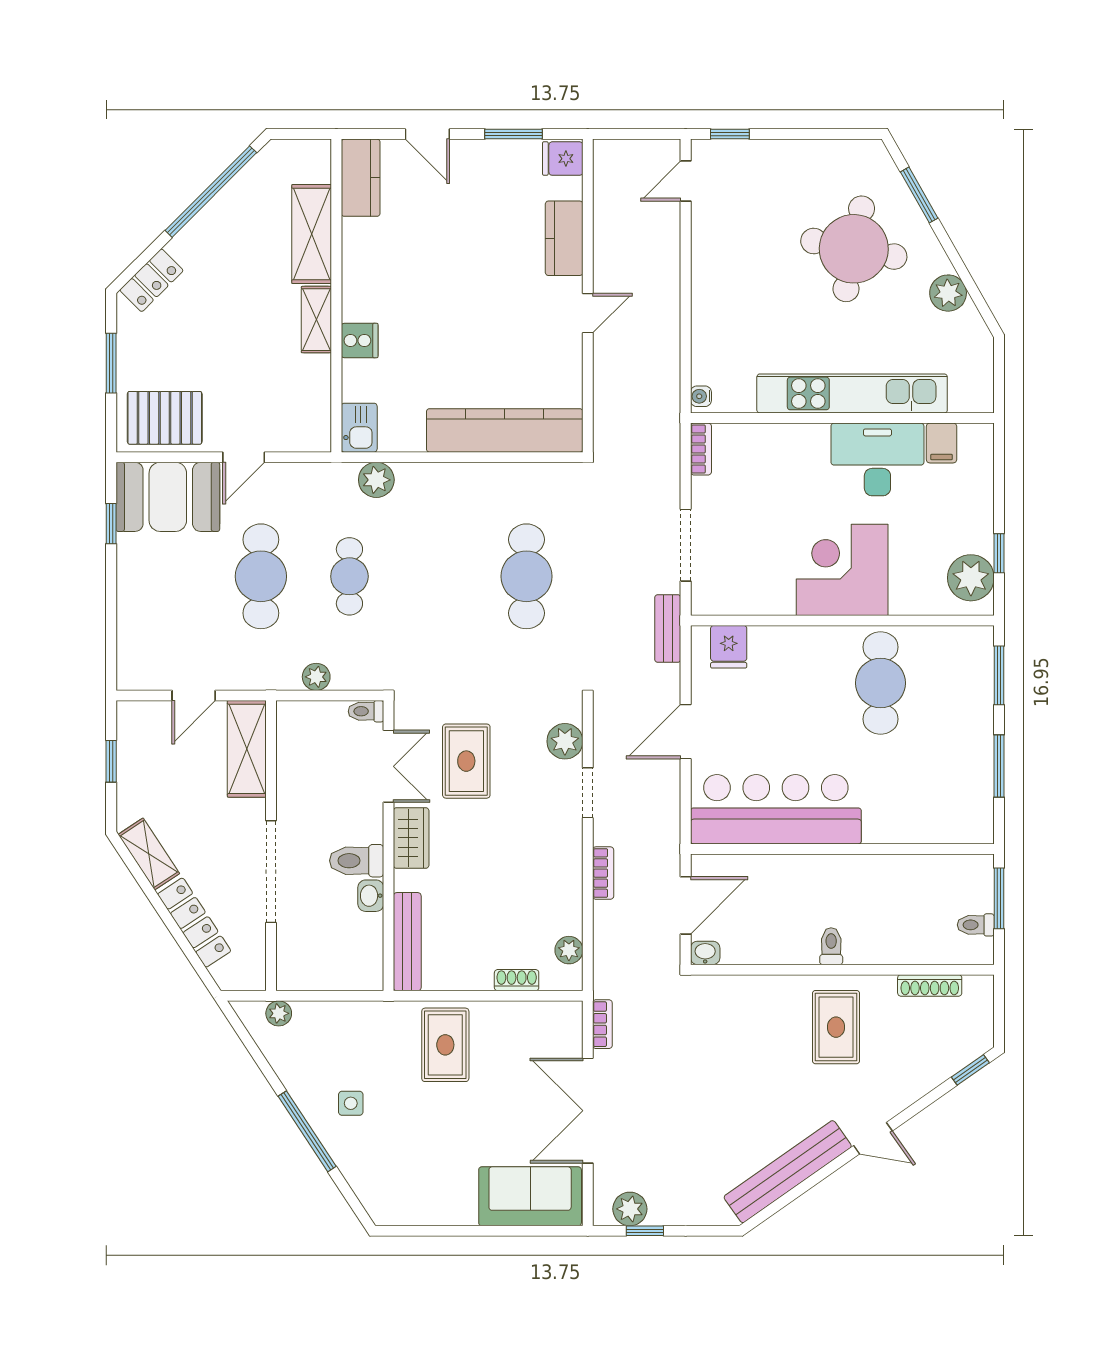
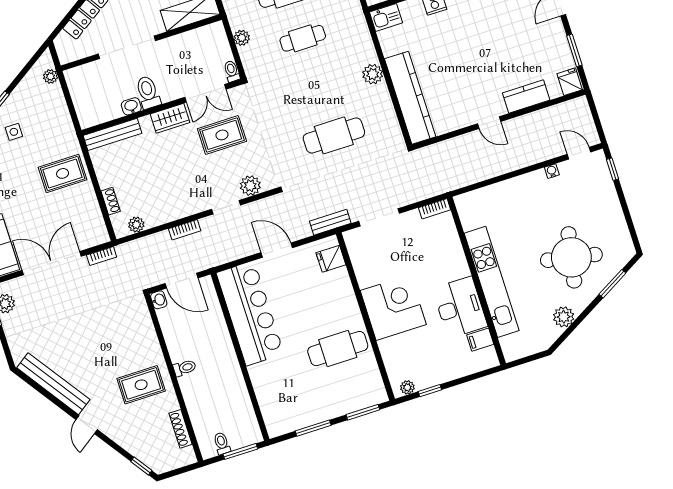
water cooler: (701, 396) -> (552, 171), moved
plant: (376, 480) -> (373, 74), moved
plant: (971, 578) -> (407, 387), width x0.53, depth x0.53

